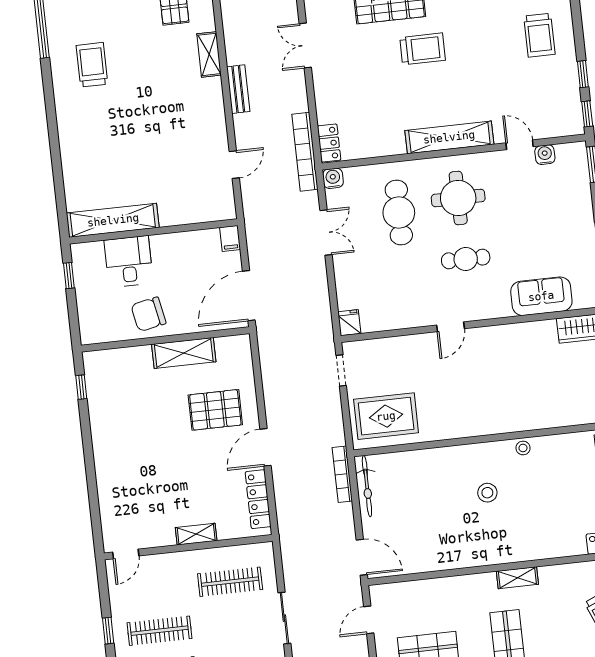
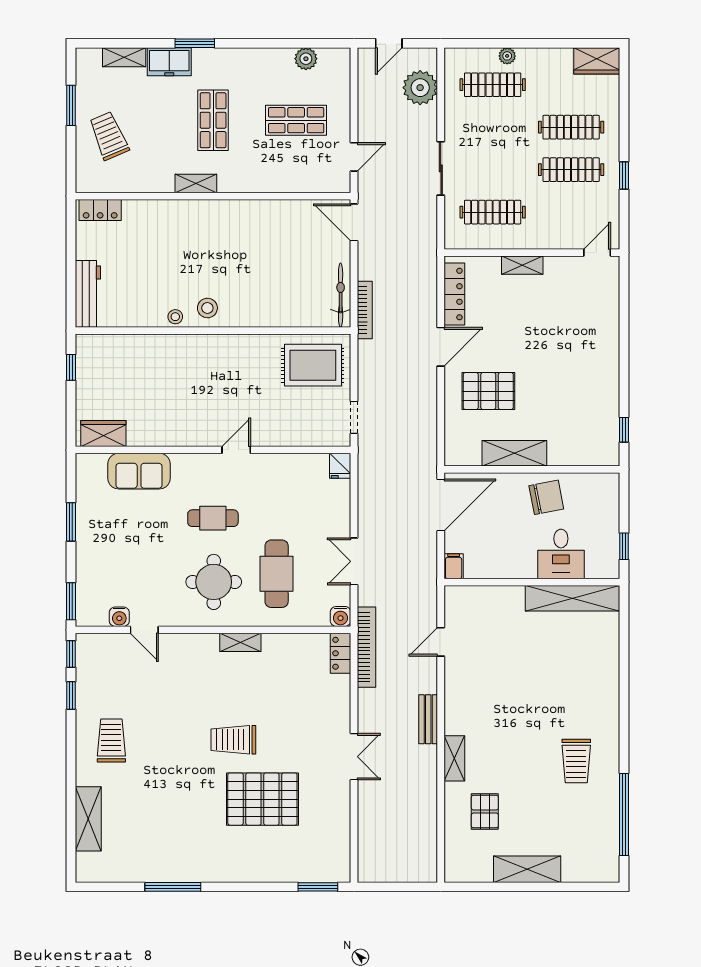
shelving: (449, 137) -> (240, 642), width x0.45, depth x0.75
stool: (487, 493) -> (207, 308), moved

